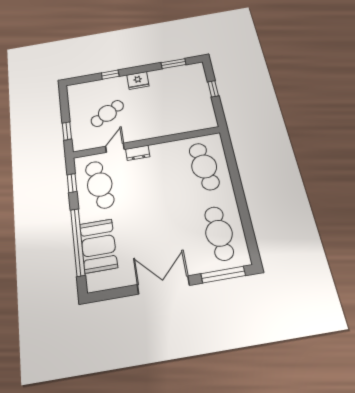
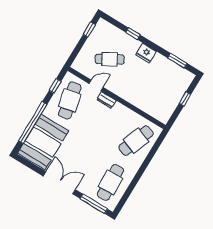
window: (67, 131) -> (89, 30), moved
cafe table: (204, 166) -> (136, 141), turned 30
booth: (98, 246) -> (43, 142), width x1.36, depth x1.42

